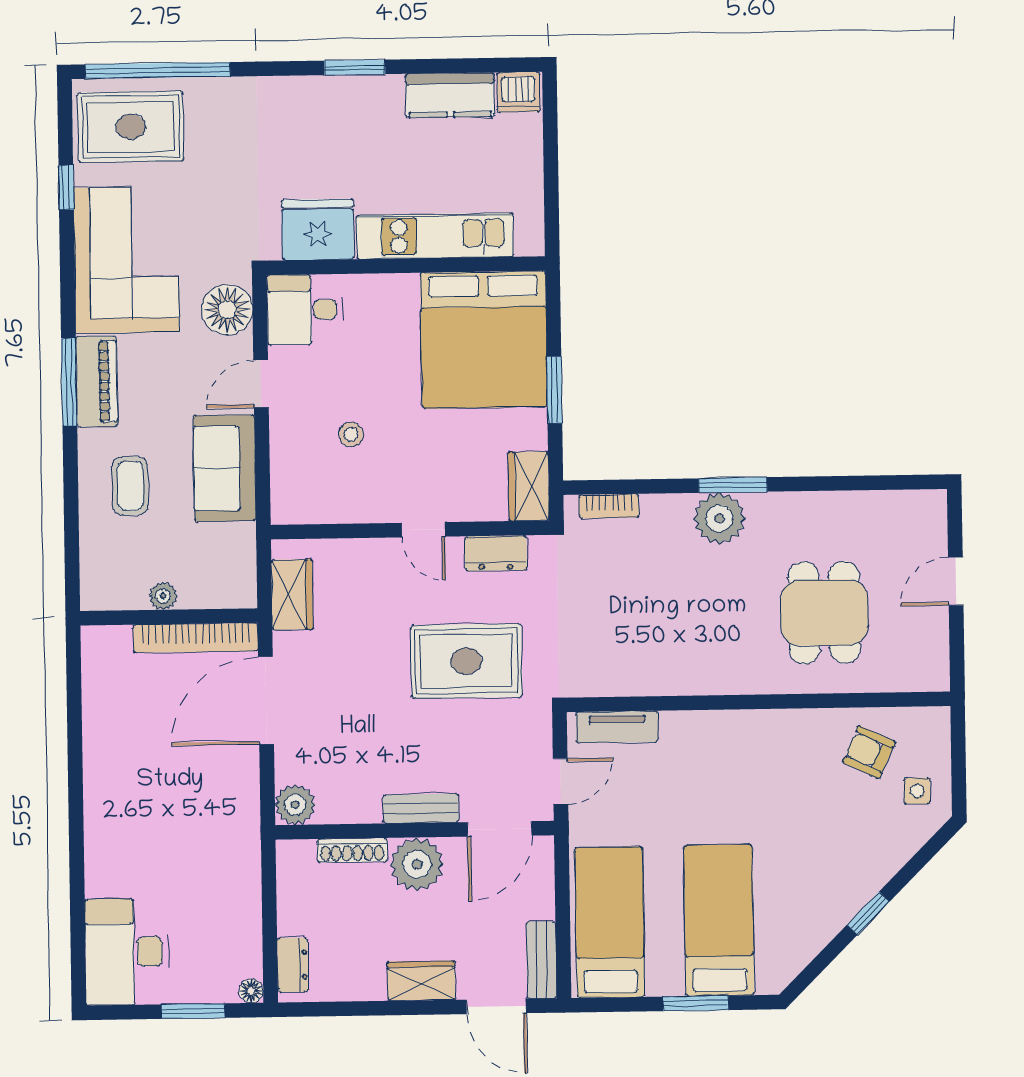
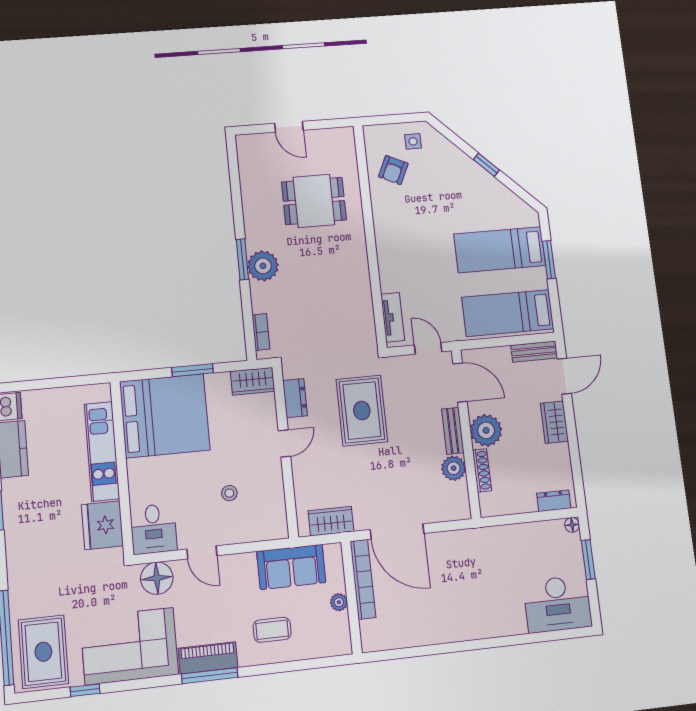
sofa: (225, 468) -> (291, 567), moved
plant: (295, 805) -> (454, 468), moved

